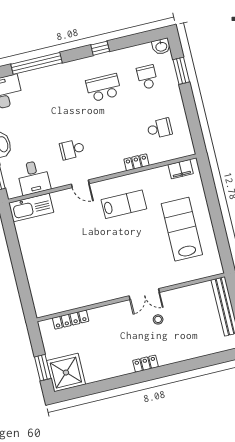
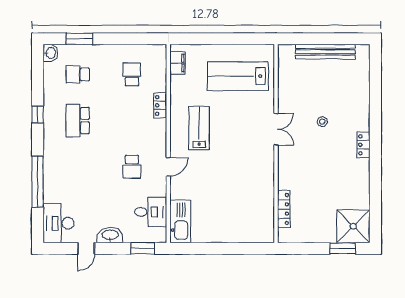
double door: (144, 294) -> (276, 129), moved
wall: (131, 297) -> (276, 144), moved
locker: (71, 320) -> (284, 209), moved

